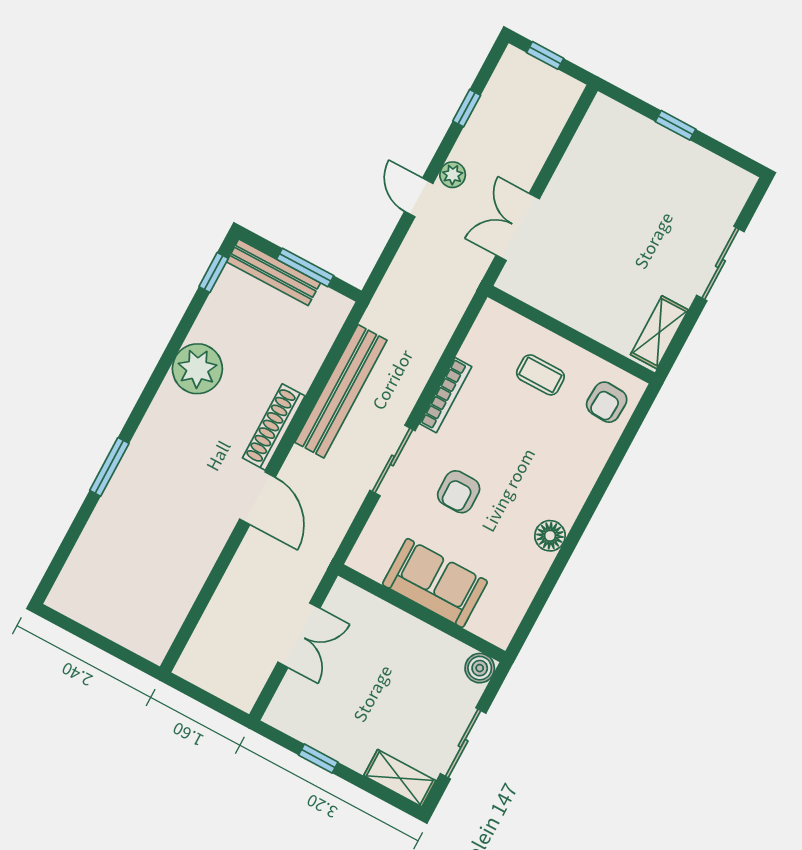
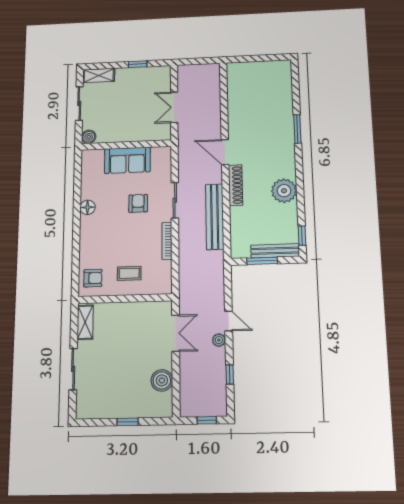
boiler: (583, 161) -> (162, 380), added
armchair: (607, 402) -> (93, 278), turned 87

